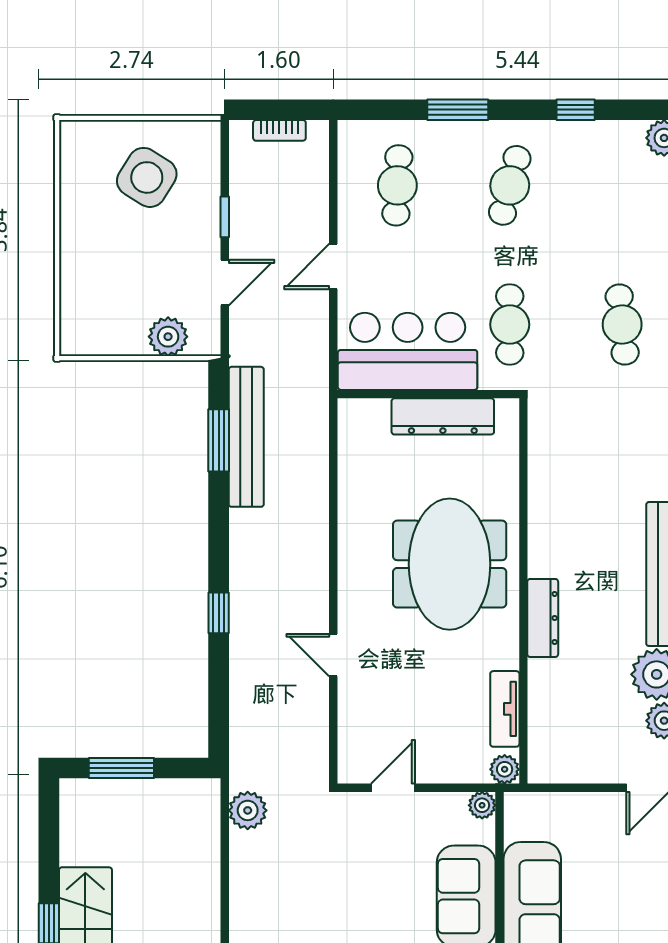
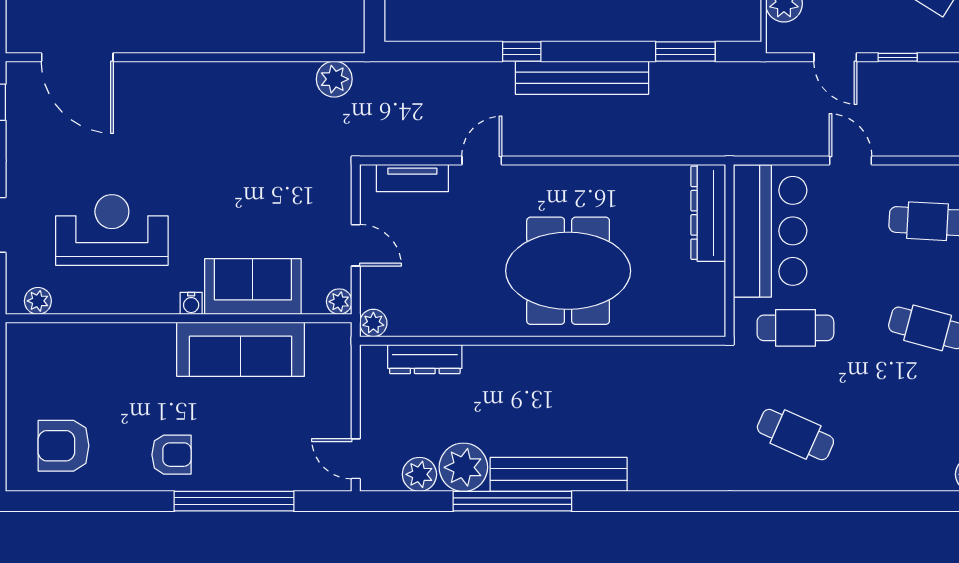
cafe table: (622, 325) -> (795, 435), turned 30
dresser: (443, 416) -> (708, 213), moved
bench: (246, 437) -> (582, 78), moved
dresser: (543, 618) -> (425, 359), moved
tv unit: (505, 709) -> (412, 178), moved, turned 180
door: (393, 788) -> (356, 245), moved

